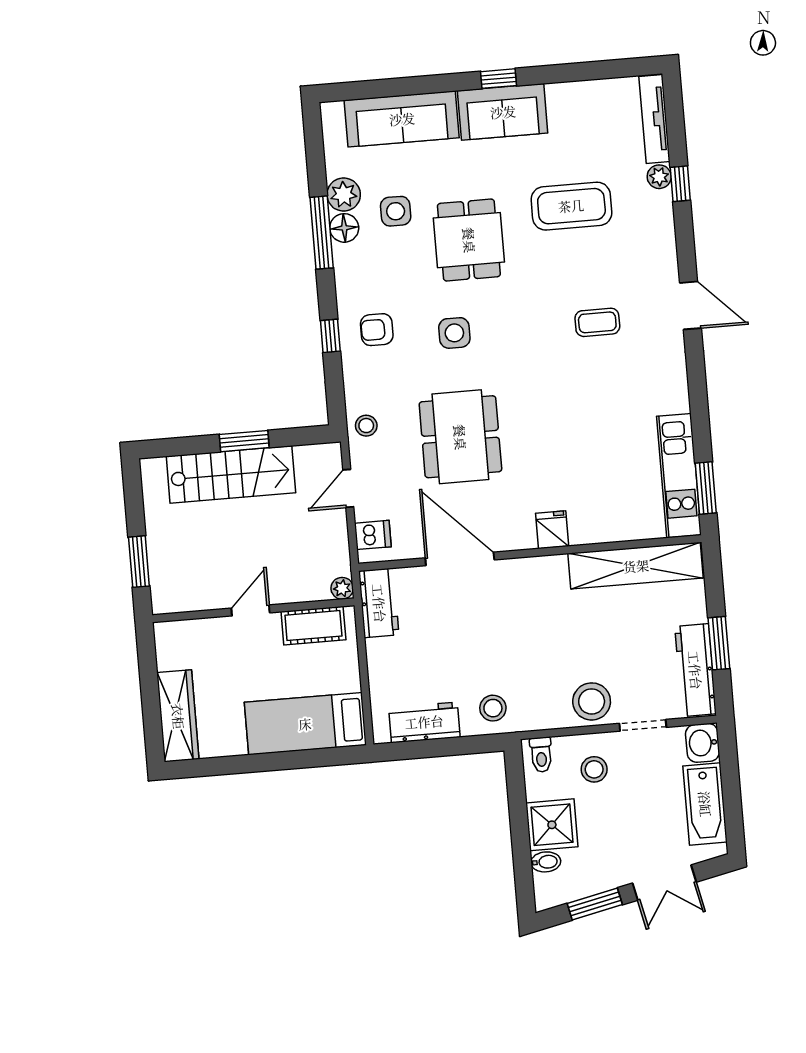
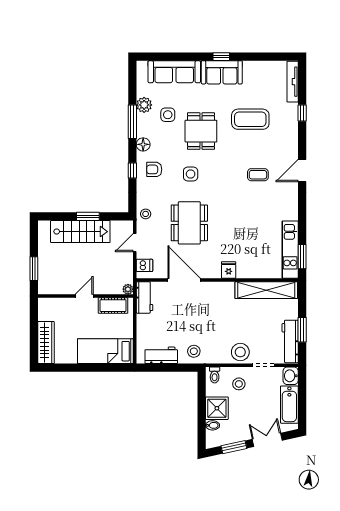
plant: (659, 177) -> (293, 109), removed
floor lamp: (344, 228) -> (143, 144), moved
door: (690, 305) -> (302, 170), swing flipped
double door: (664, 883) -> (267, 440), swing flipped

